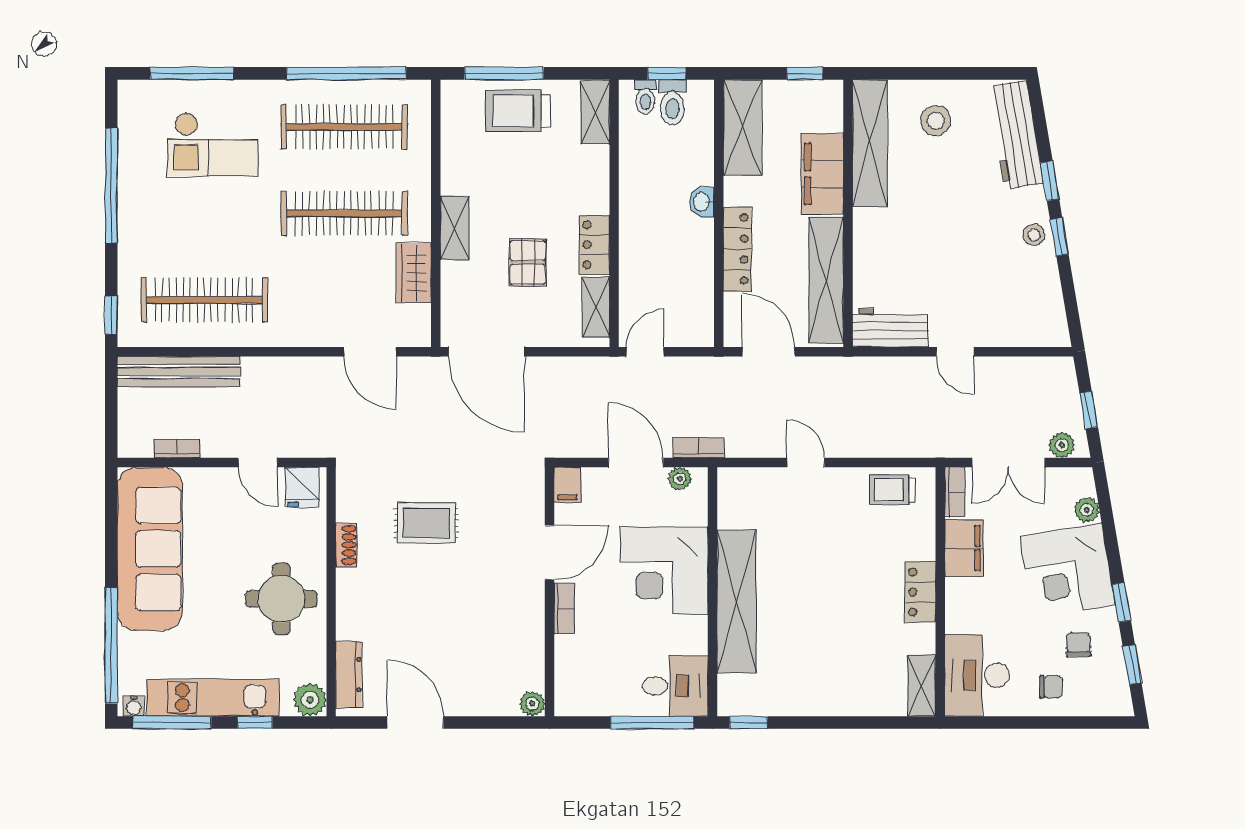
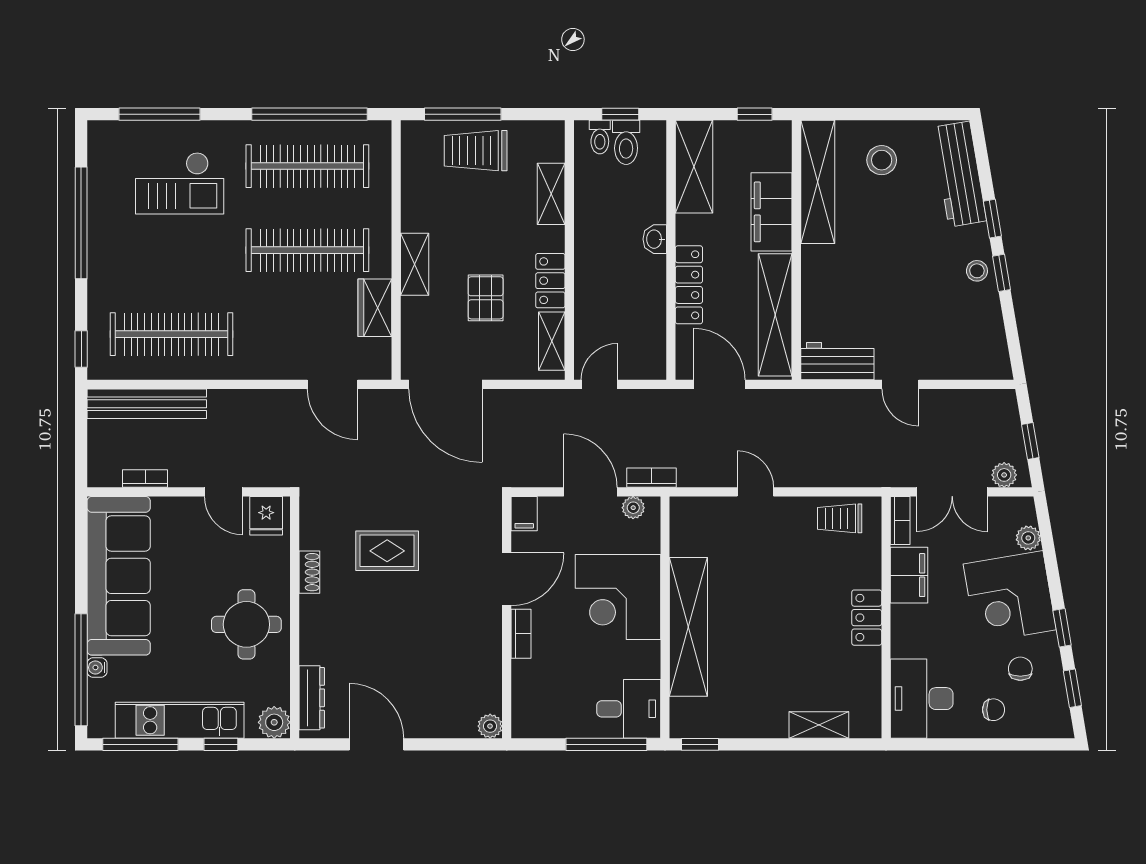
shelving: (595, 112) -> (551, 194), moved
shelving: (922, 686) -> (819, 725), moved, turned 90
water cooler: (134, 706) -> (97, 667), moved, turned 90

